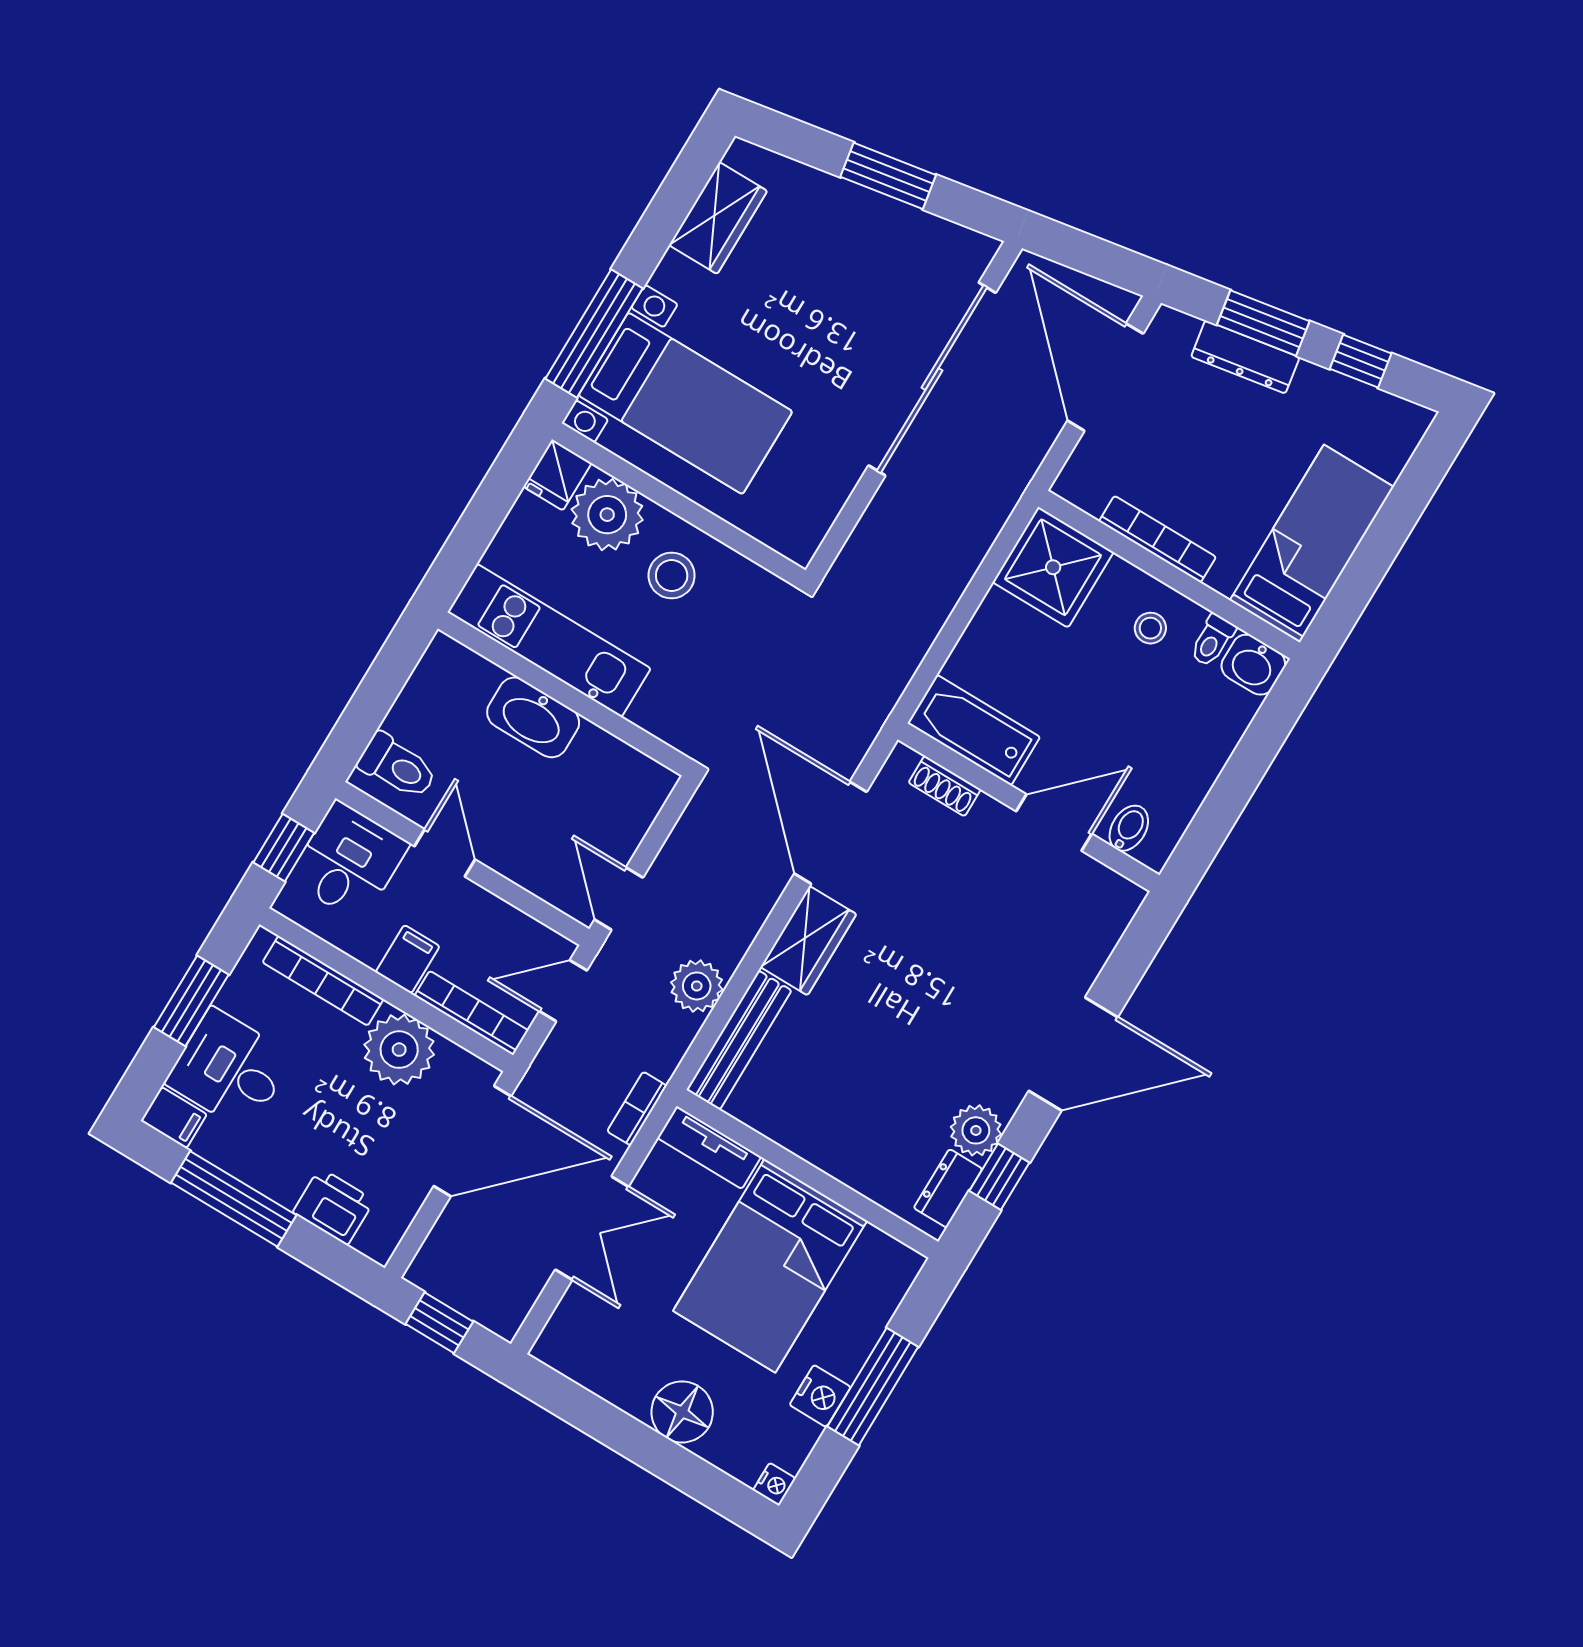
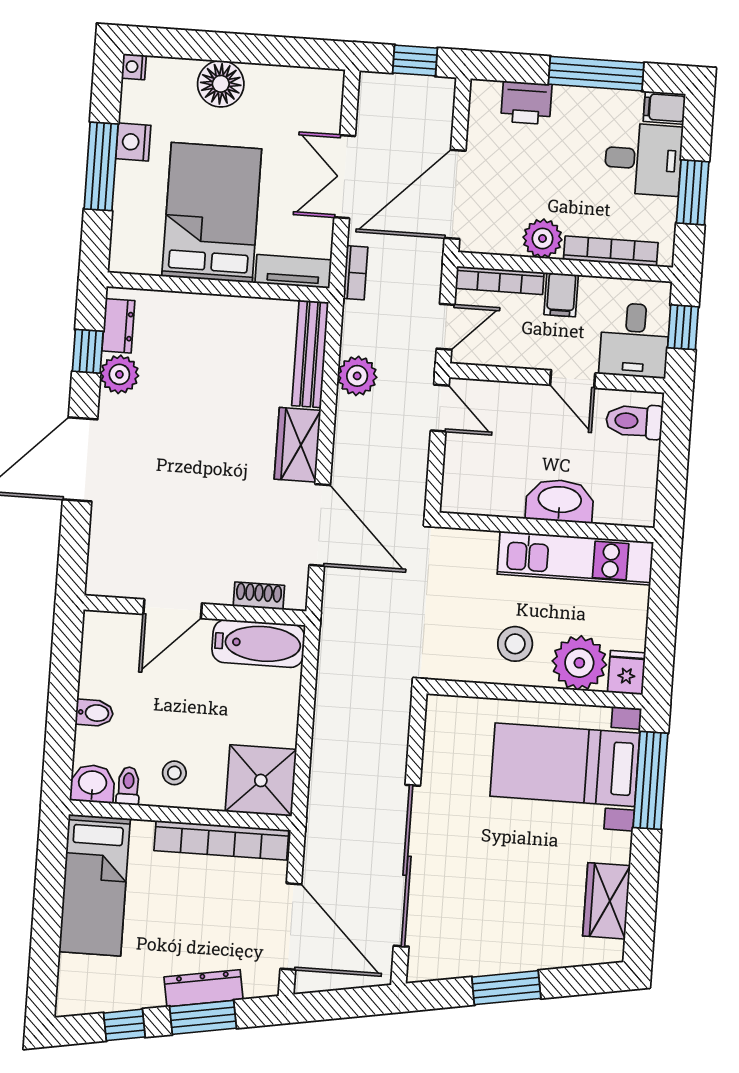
bookcase: (1157, 539) -> (221, 840), width x1.48, depth x1.31
bidet: (1129, 828) -> (94, 713), moved, turned -90
plant: (399, 1050) -> (543, 238), width x0.73, depth x0.73

